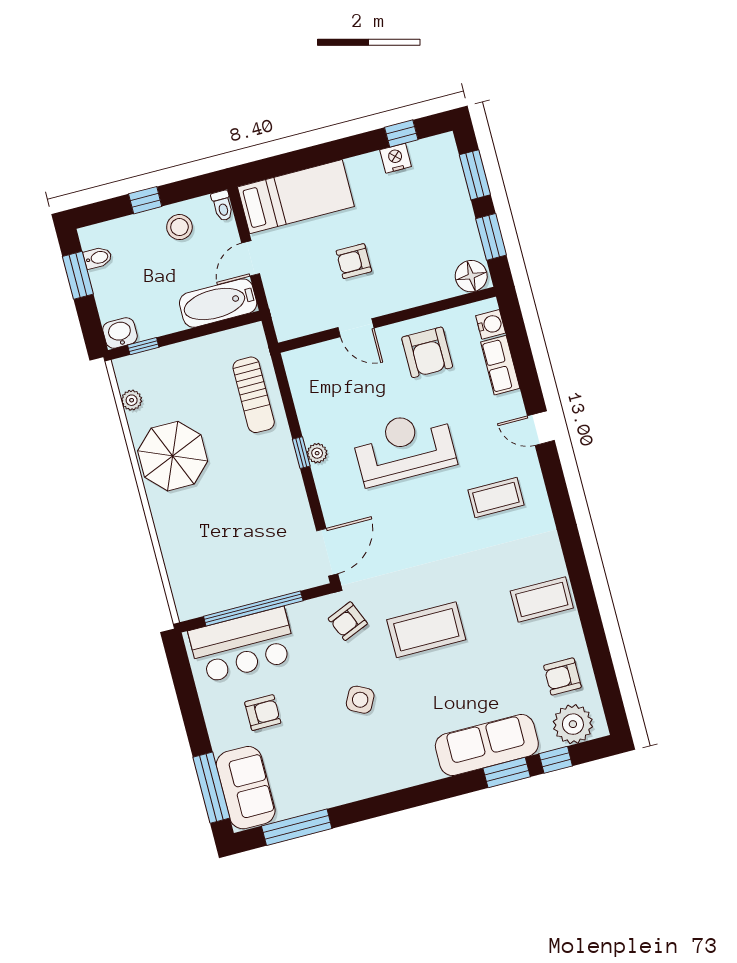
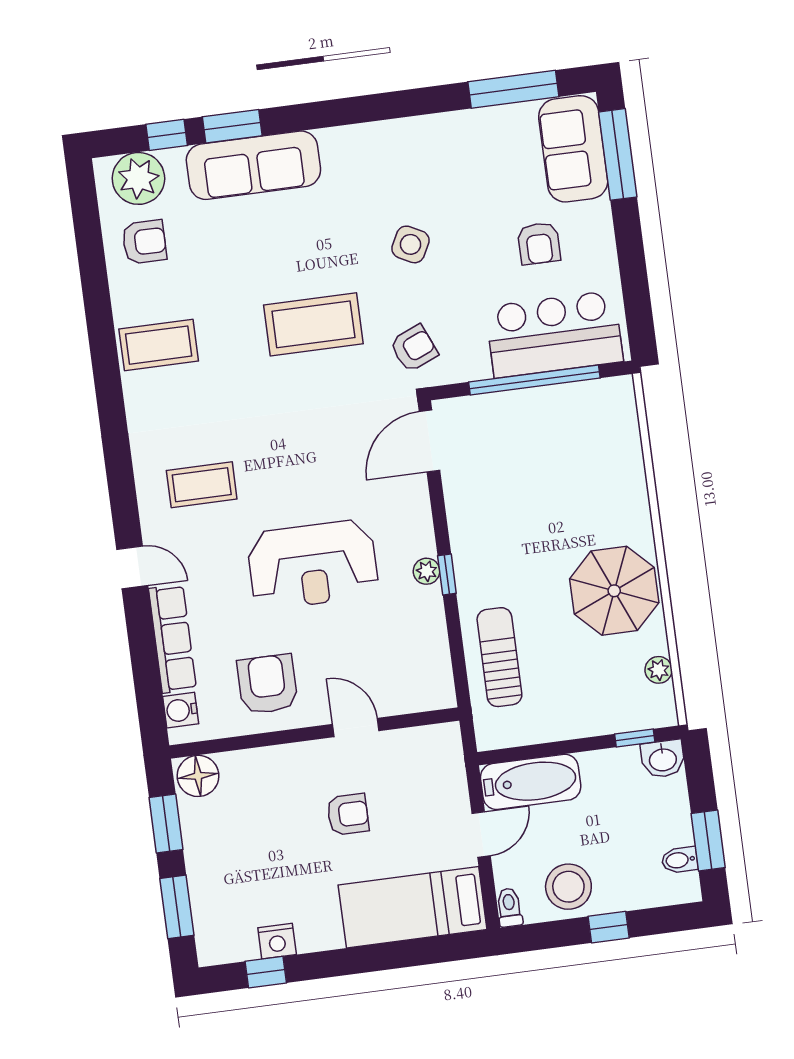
stool: (179, 227) -> (568, 887), width x1.38, depth x1.38
row of seats: (500, 365) -> (172, 639), width x1.48
armchair: (263, 713) -> (539, 243), turned -90

